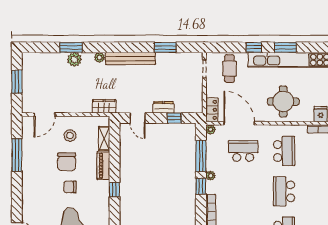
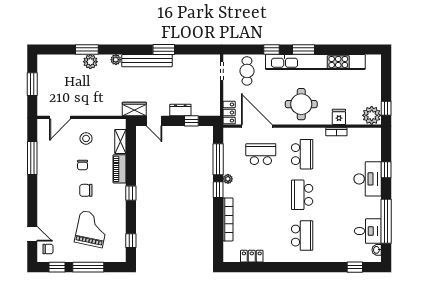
window: (165, 47) -> (164, 50), moved
wardrobe: (104, 106) -> (134, 109), moved
plant: (211, 129) -> (228, 132), removed
chair: (67, 162) -> (83, 165), width x0.54, depth x0.54

